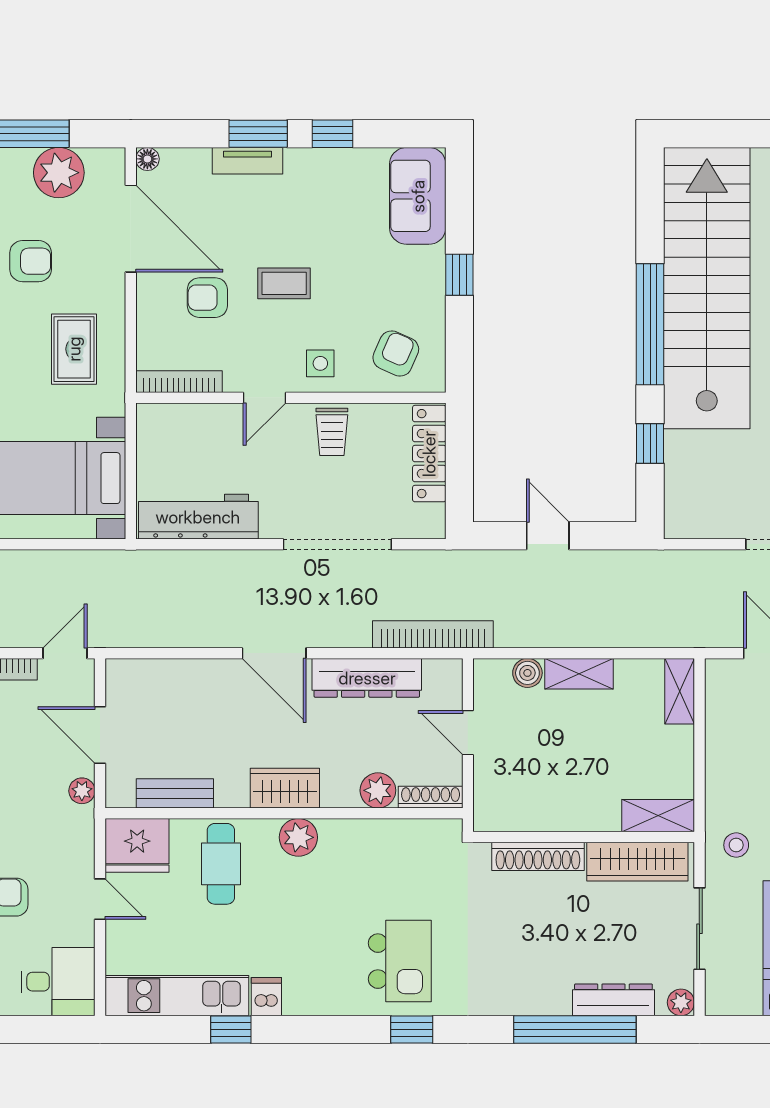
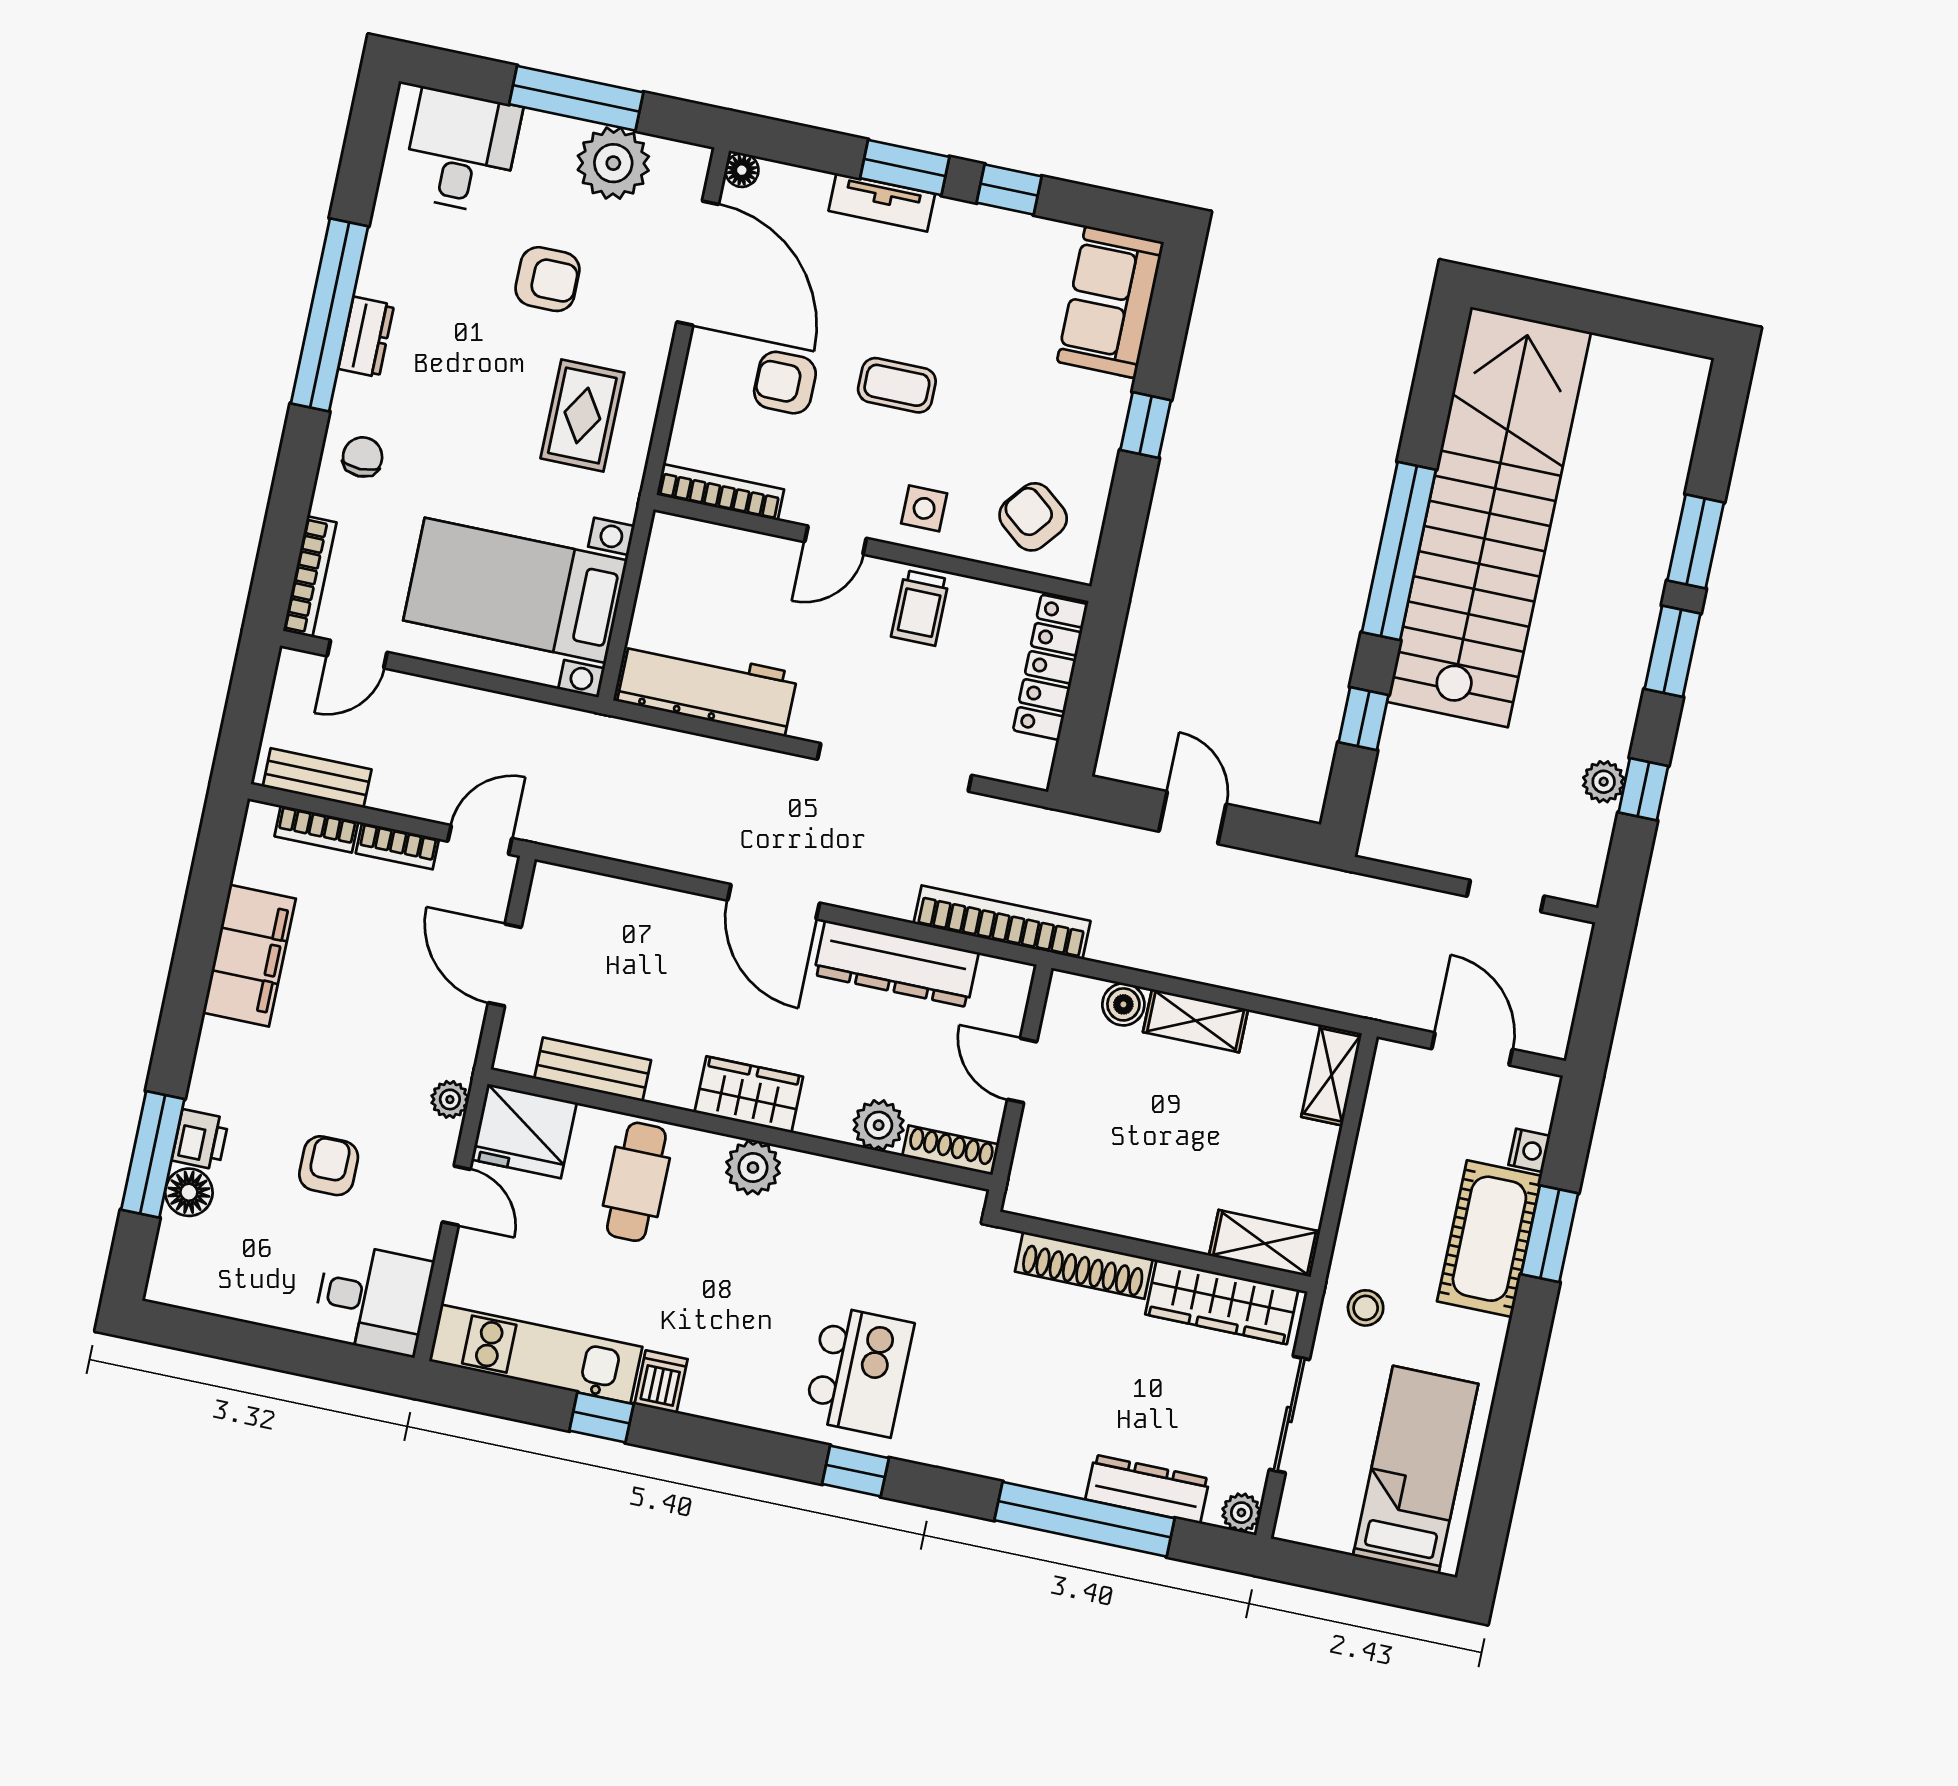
armchair: (396, 354) -> (1033, 517), turned -75
plant: (82, 791) -> (450, 1099), moved

